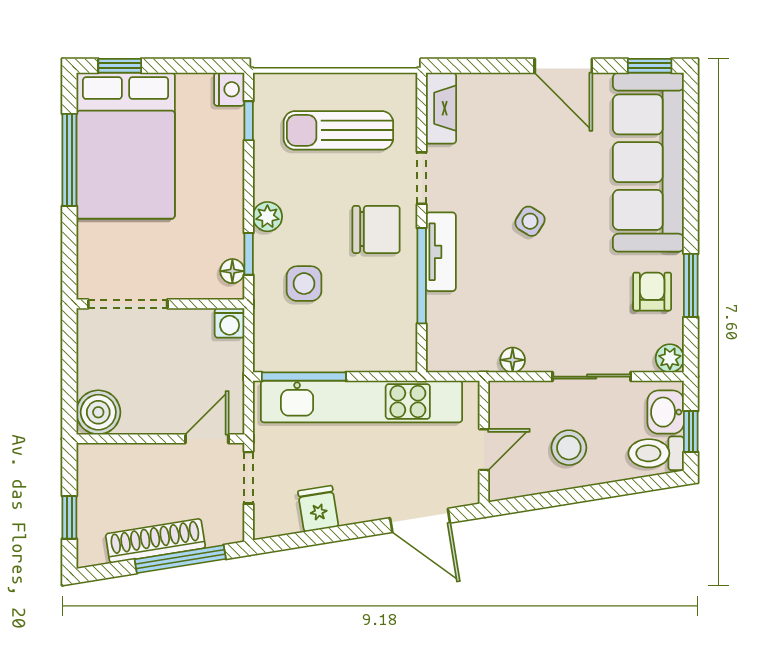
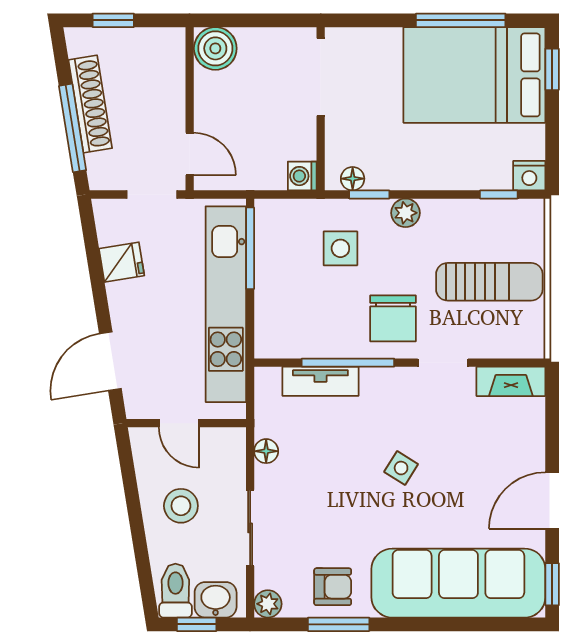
sun lounger: (338, 130) -> (489, 282), turned 90
tv unit: (441, 252) -> (320, 381), moved

